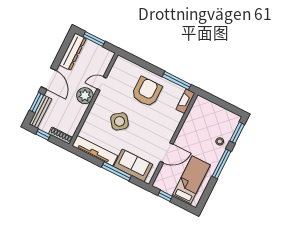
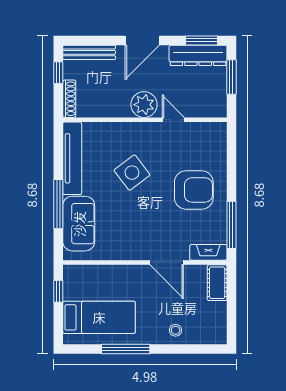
window: (37, 103) -> (201, 40), moved
cot: (205, 105) -> (217, 283), added
window: (237, 133) -> (200, 349), removed
door: (167, 153) -> (167, 262), moved
window: (222, 164) -> (126, 349), moved

